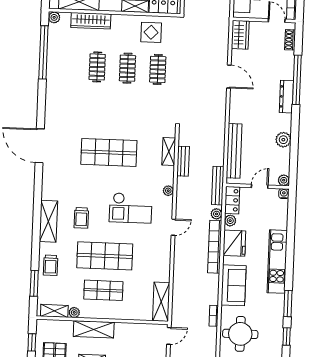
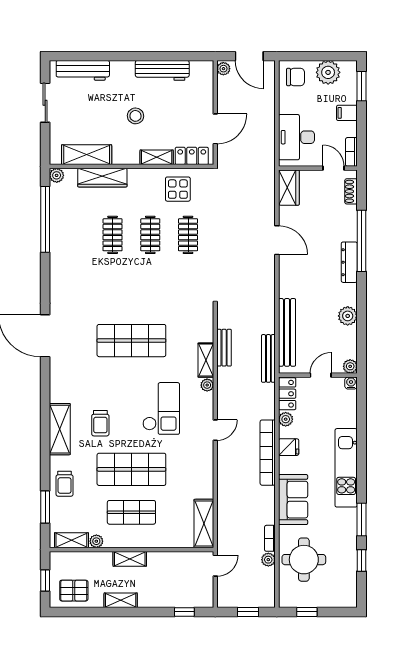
shelving: (169, 151) -> (206, 360), moved
bench: (218, 186) -> (268, 358), moved
checkout: (131, 208) -> (161, 408), turned -90
plant: (216, 214) -> (268, 560), moved
fridge: (234, 243) -> (289, 447), width x0.53, depth x0.75
shelving: (94, 329) -> (130, 559), width x0.67, depth x0.75

